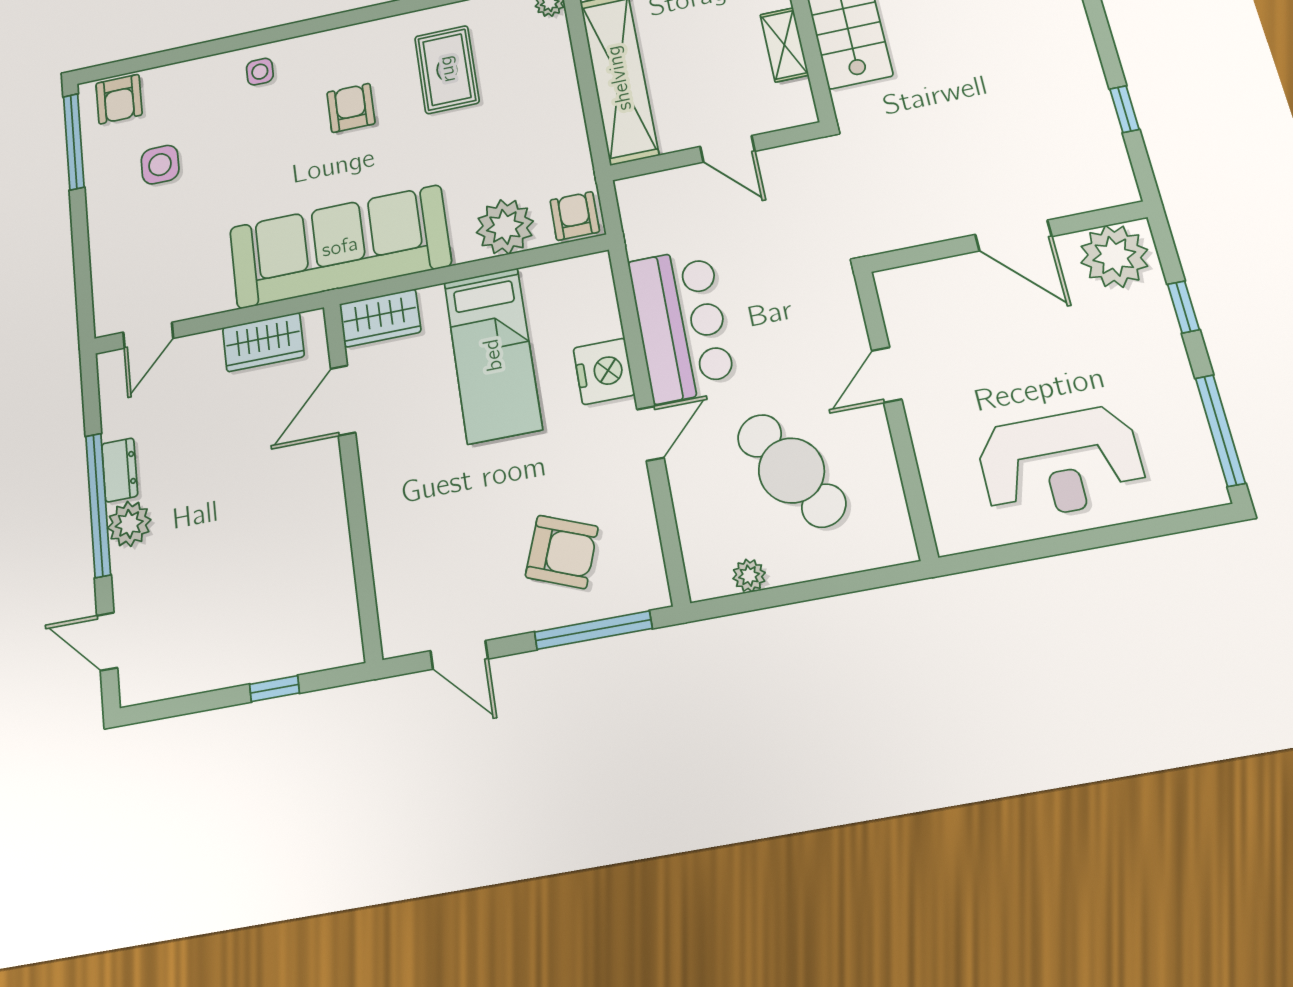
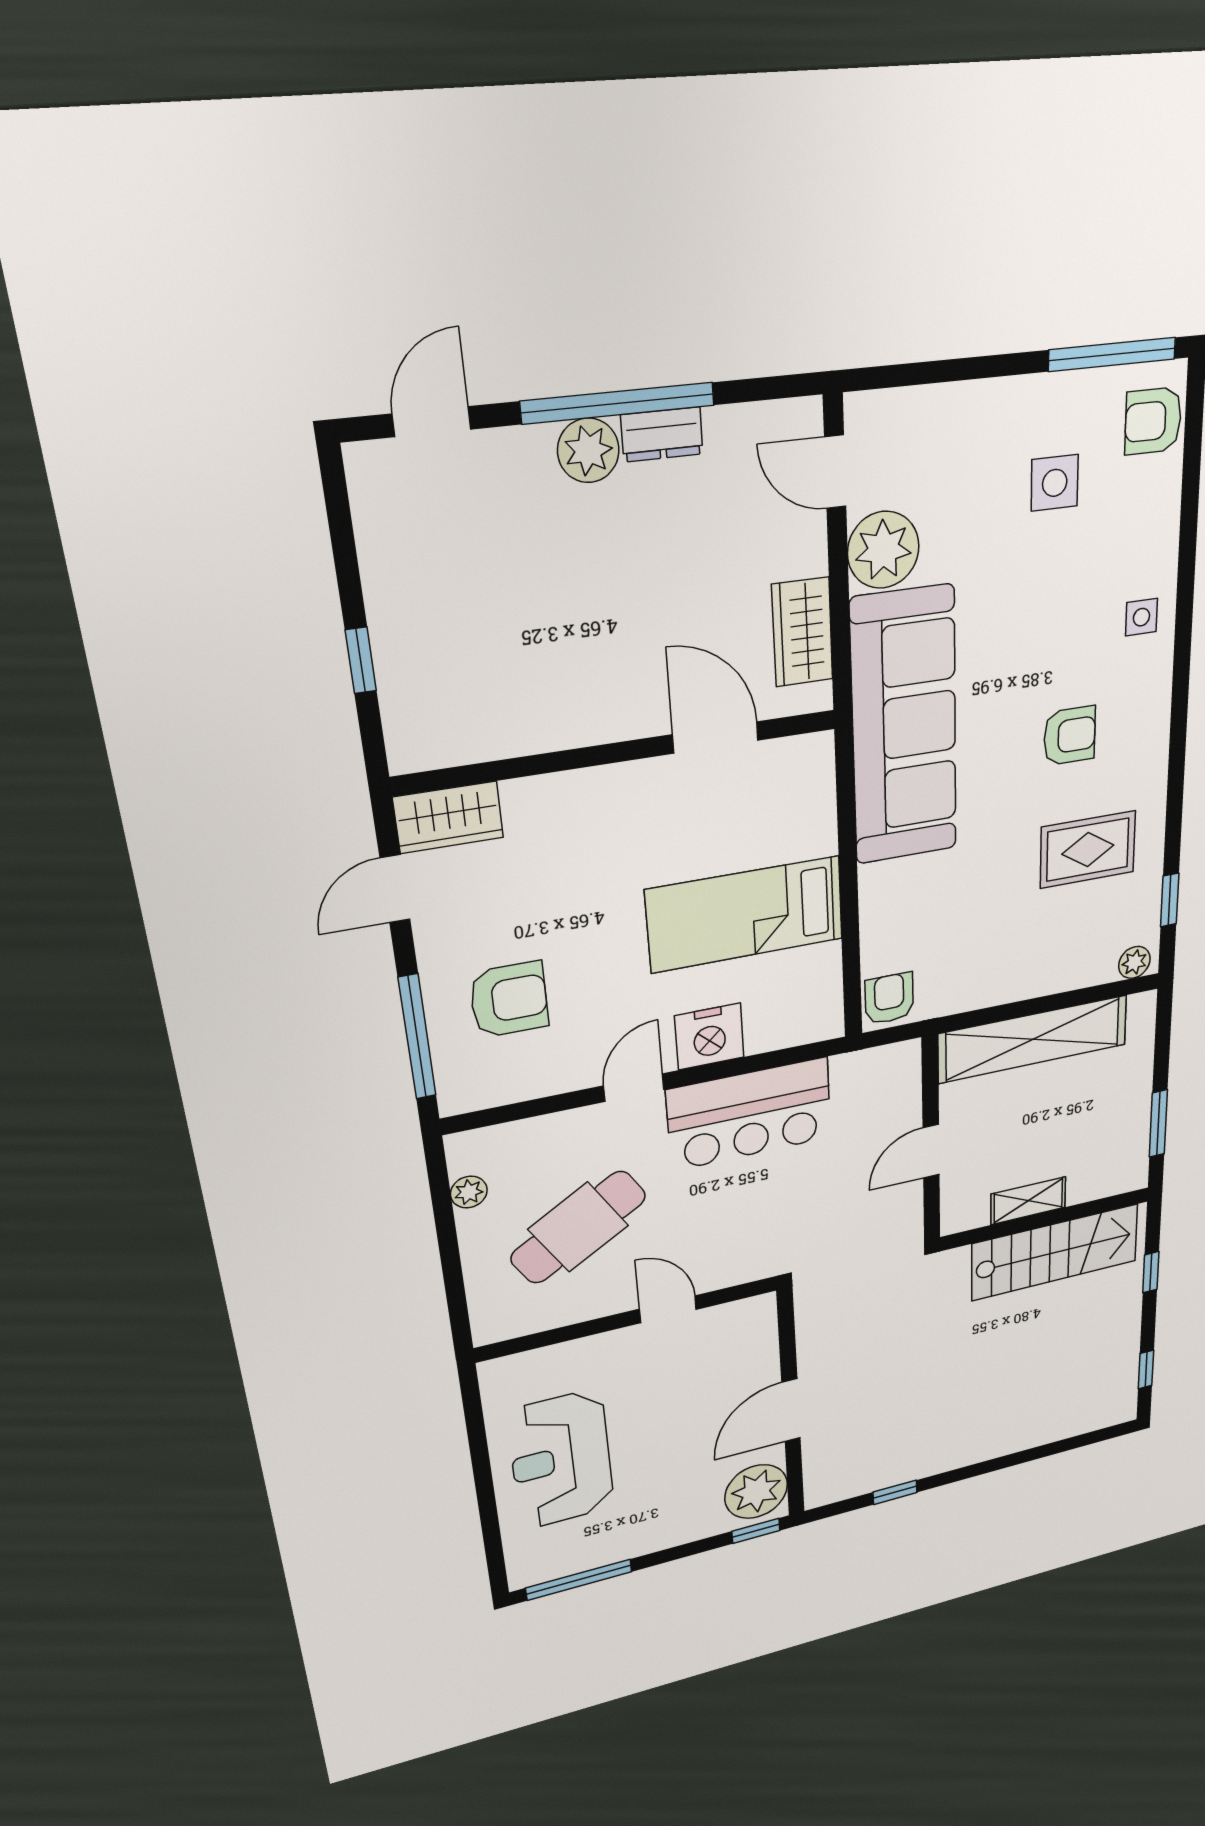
armchair: (575, 216) -> (889, 999), turned -90
plant: (505, 227) -> (883, 550), moved
window: (1183, 307) -> (756, 1531), moved
wardrobe: (380, 318) -> (448, 817), moved, turned -90
door: (650, 433) -> (634, 1088), swing flipped
armchair: (562, 552) -> (509, 1000), turned -111

